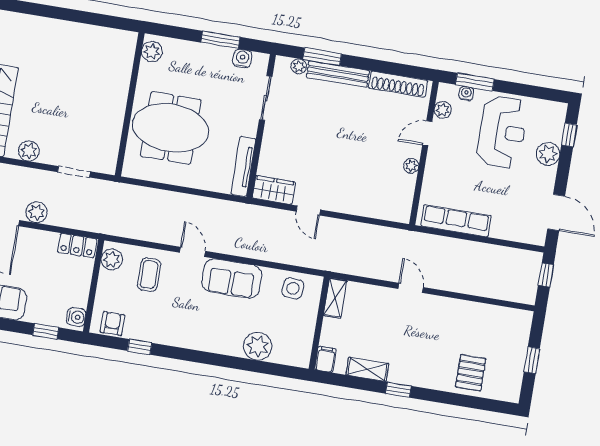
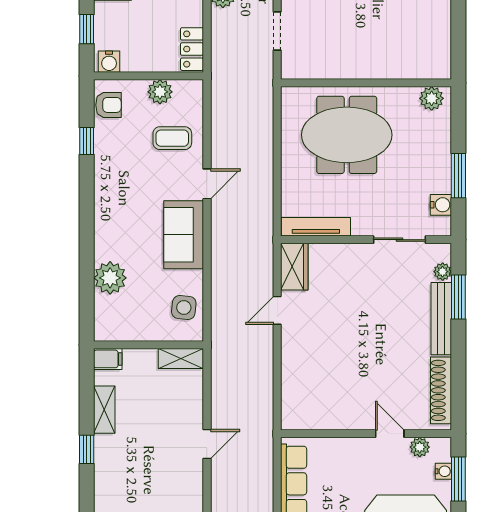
meeting table: (171, 128) -> (347, 135), turned 90
plant: (411, 166) -> (349, 421), removed
plant: (112, 259) -> (160, 92), moved

